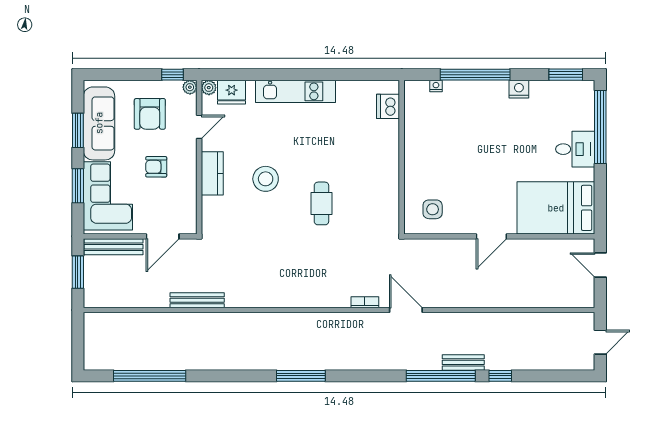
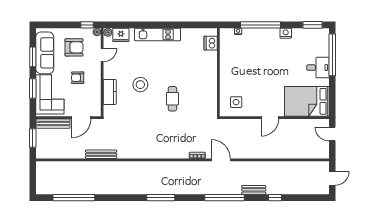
armchair: (150, 114) -> (74, 47), turned -90
kitchen counter: (212, 173) -> (110, 92), moved
window: (441, 376) -> (225, 198), moved

